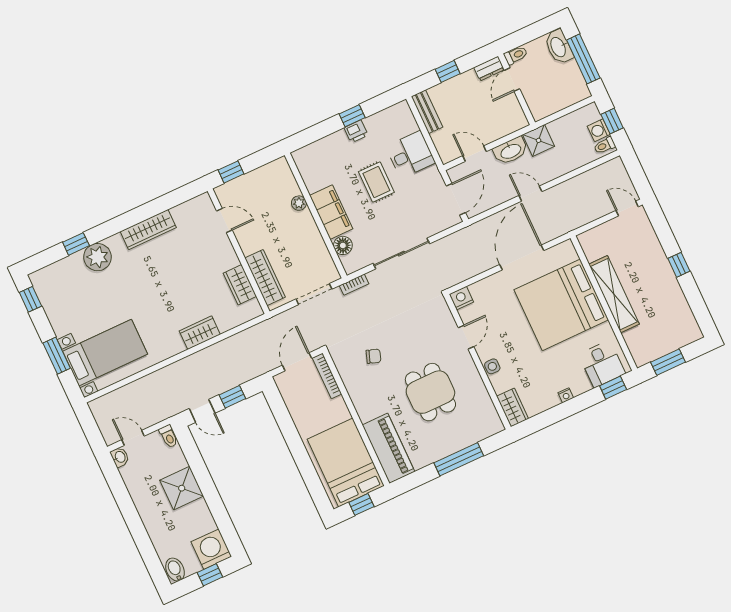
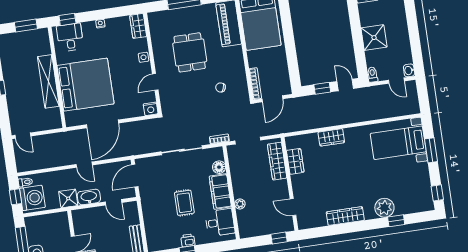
washing machine: (599, 130) -> (32, 198), width x1.89, depth x1.89
desk: (411, 155) -> (220, 222), moved, turned 180

